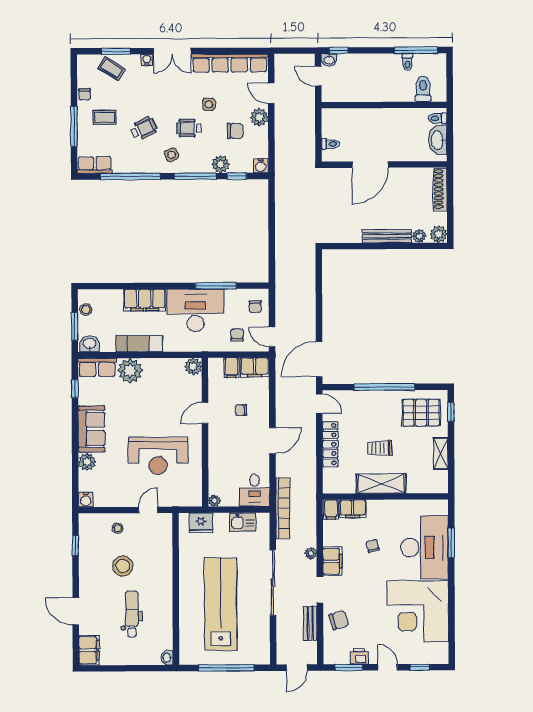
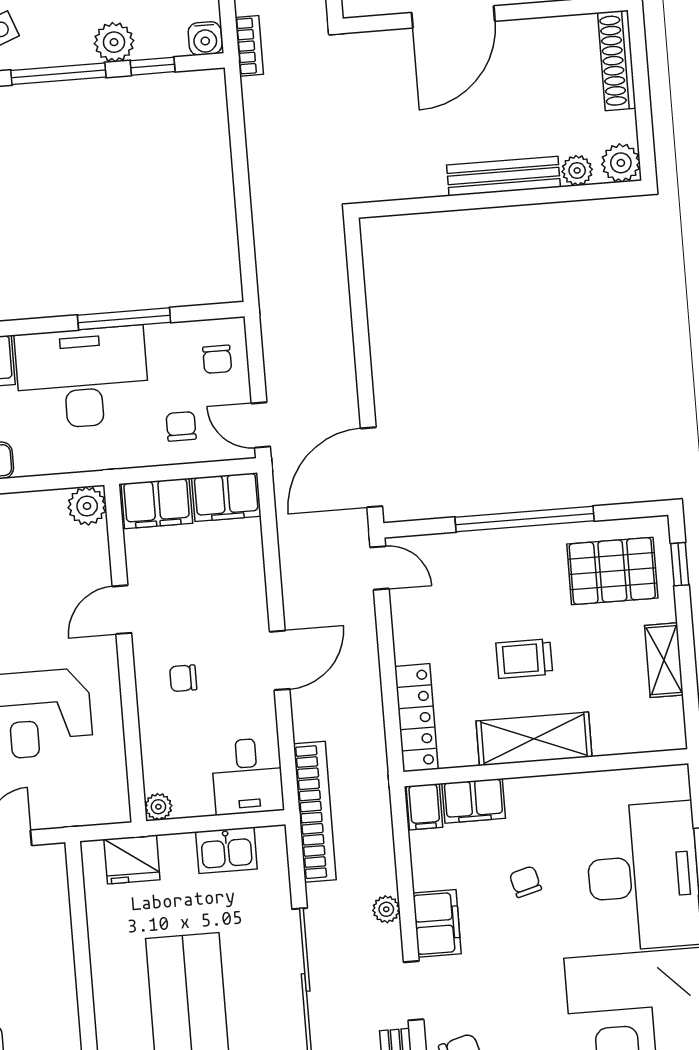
bookcase: (280, 170) -> (249, 46), added
filing cabinet: (231, 368) -> (157, 503), width x2.00
chair: (241, 410) -> (183, 678), moved
locker: (330, 444) -> (416, 718), moved

